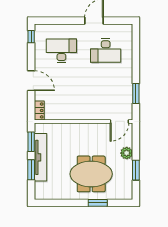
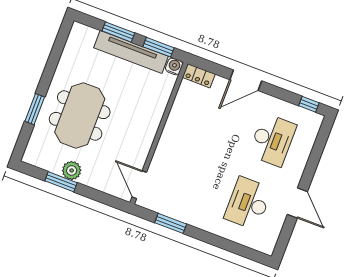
water cooler: (39, 128) -> (174, 66), added
plant: (127, 153) -> (72, 170), moved

